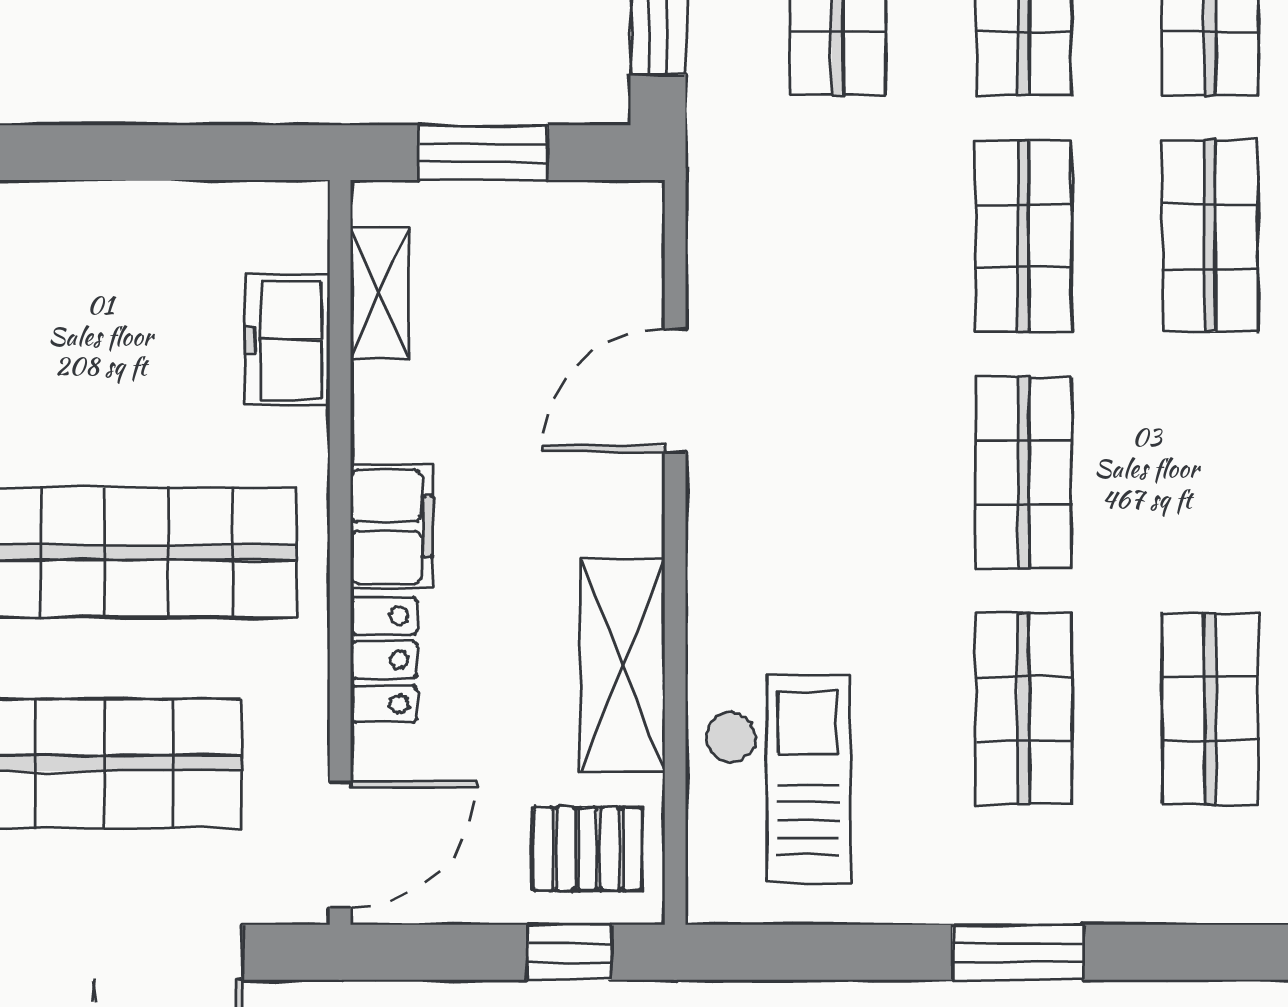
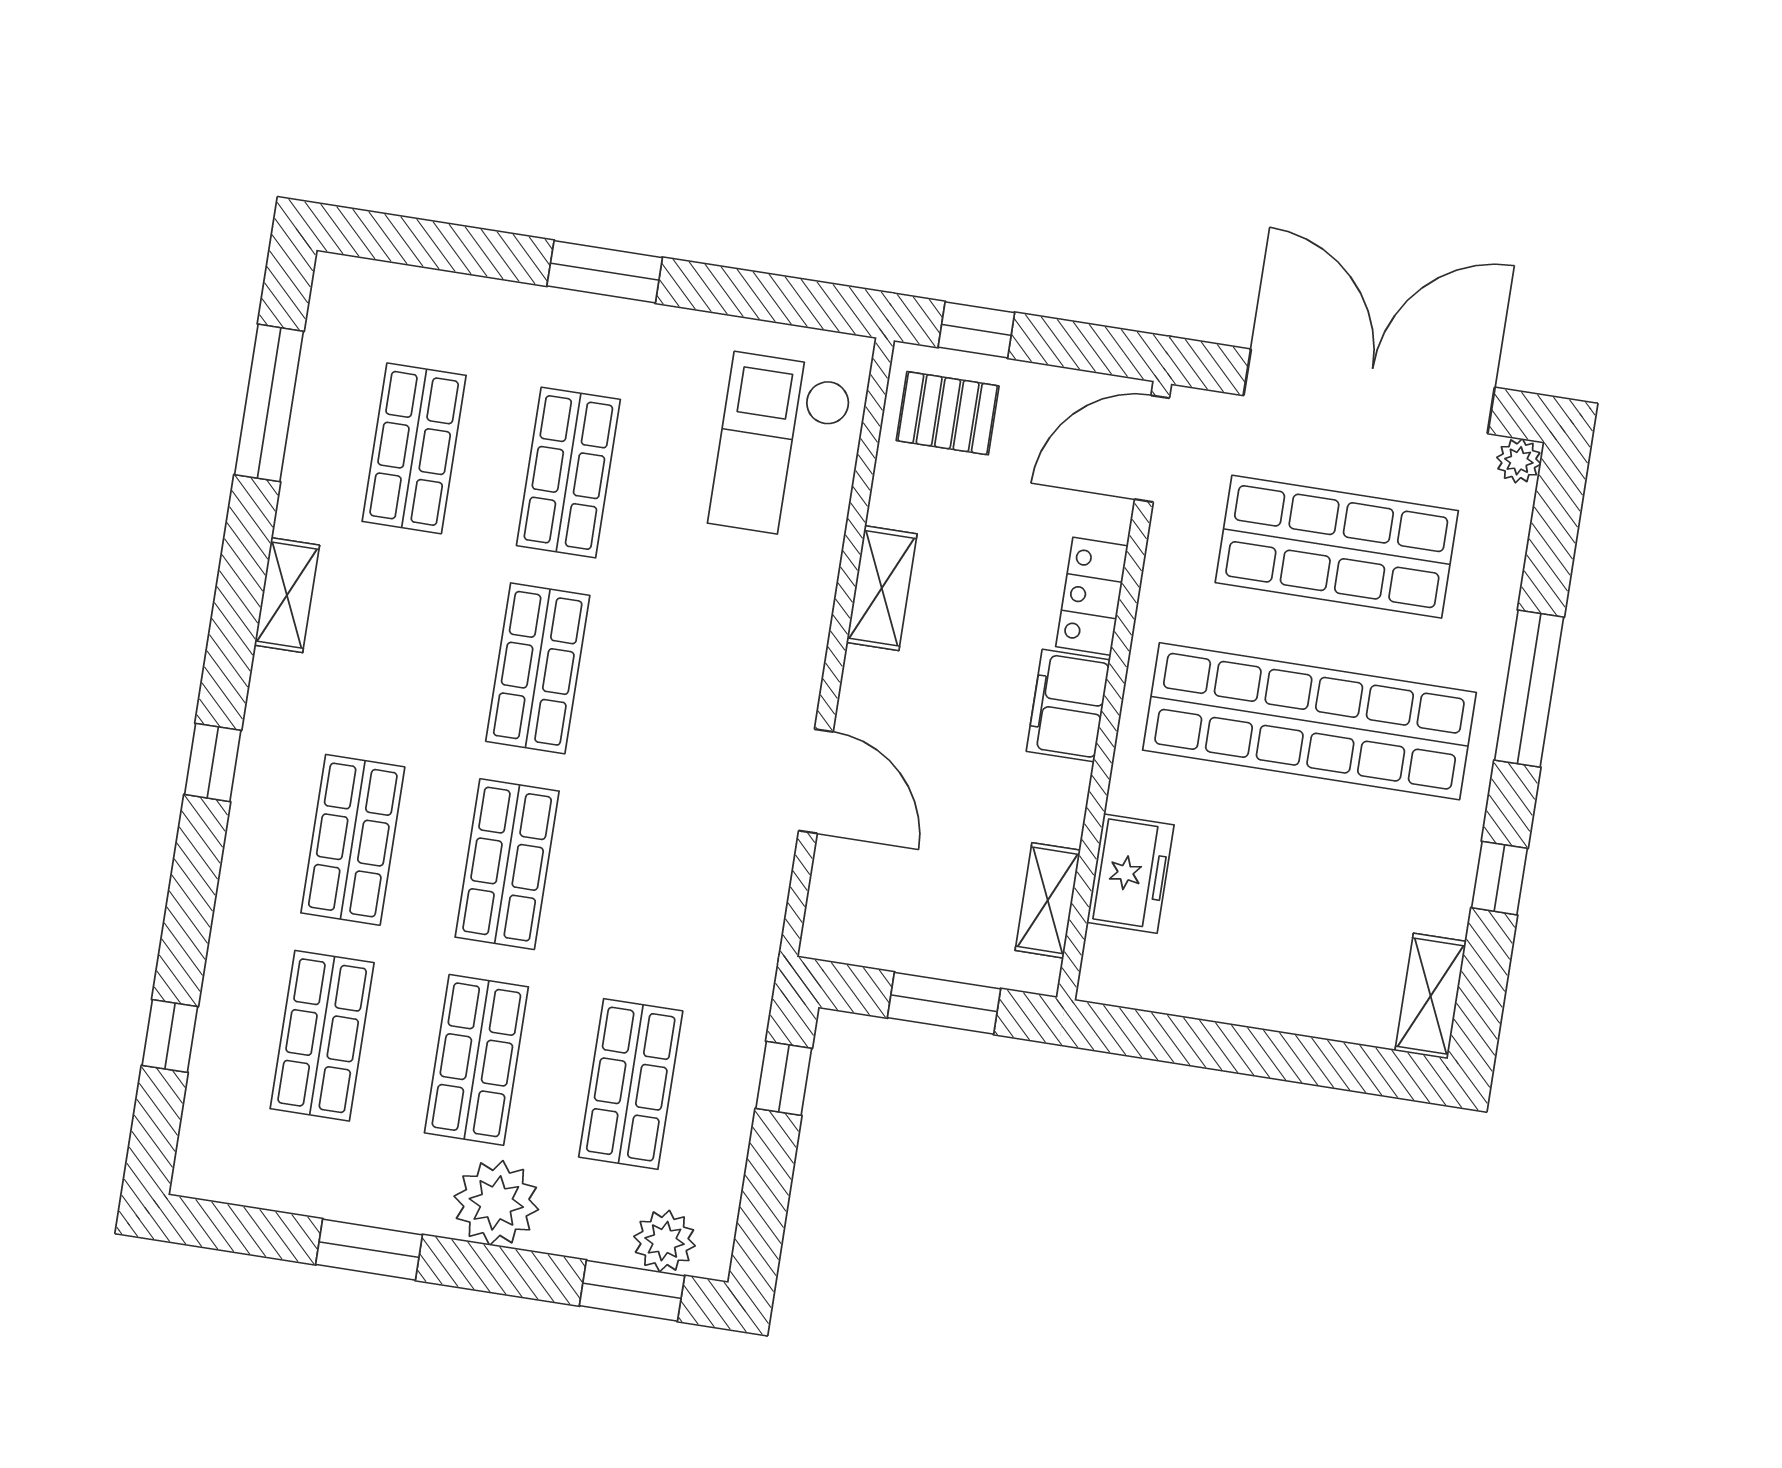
door: (675, 391) -> (816, 781), hinge flipped
shelving: (623, 666) -> (882, 588), width x0.67, depth x0.75

